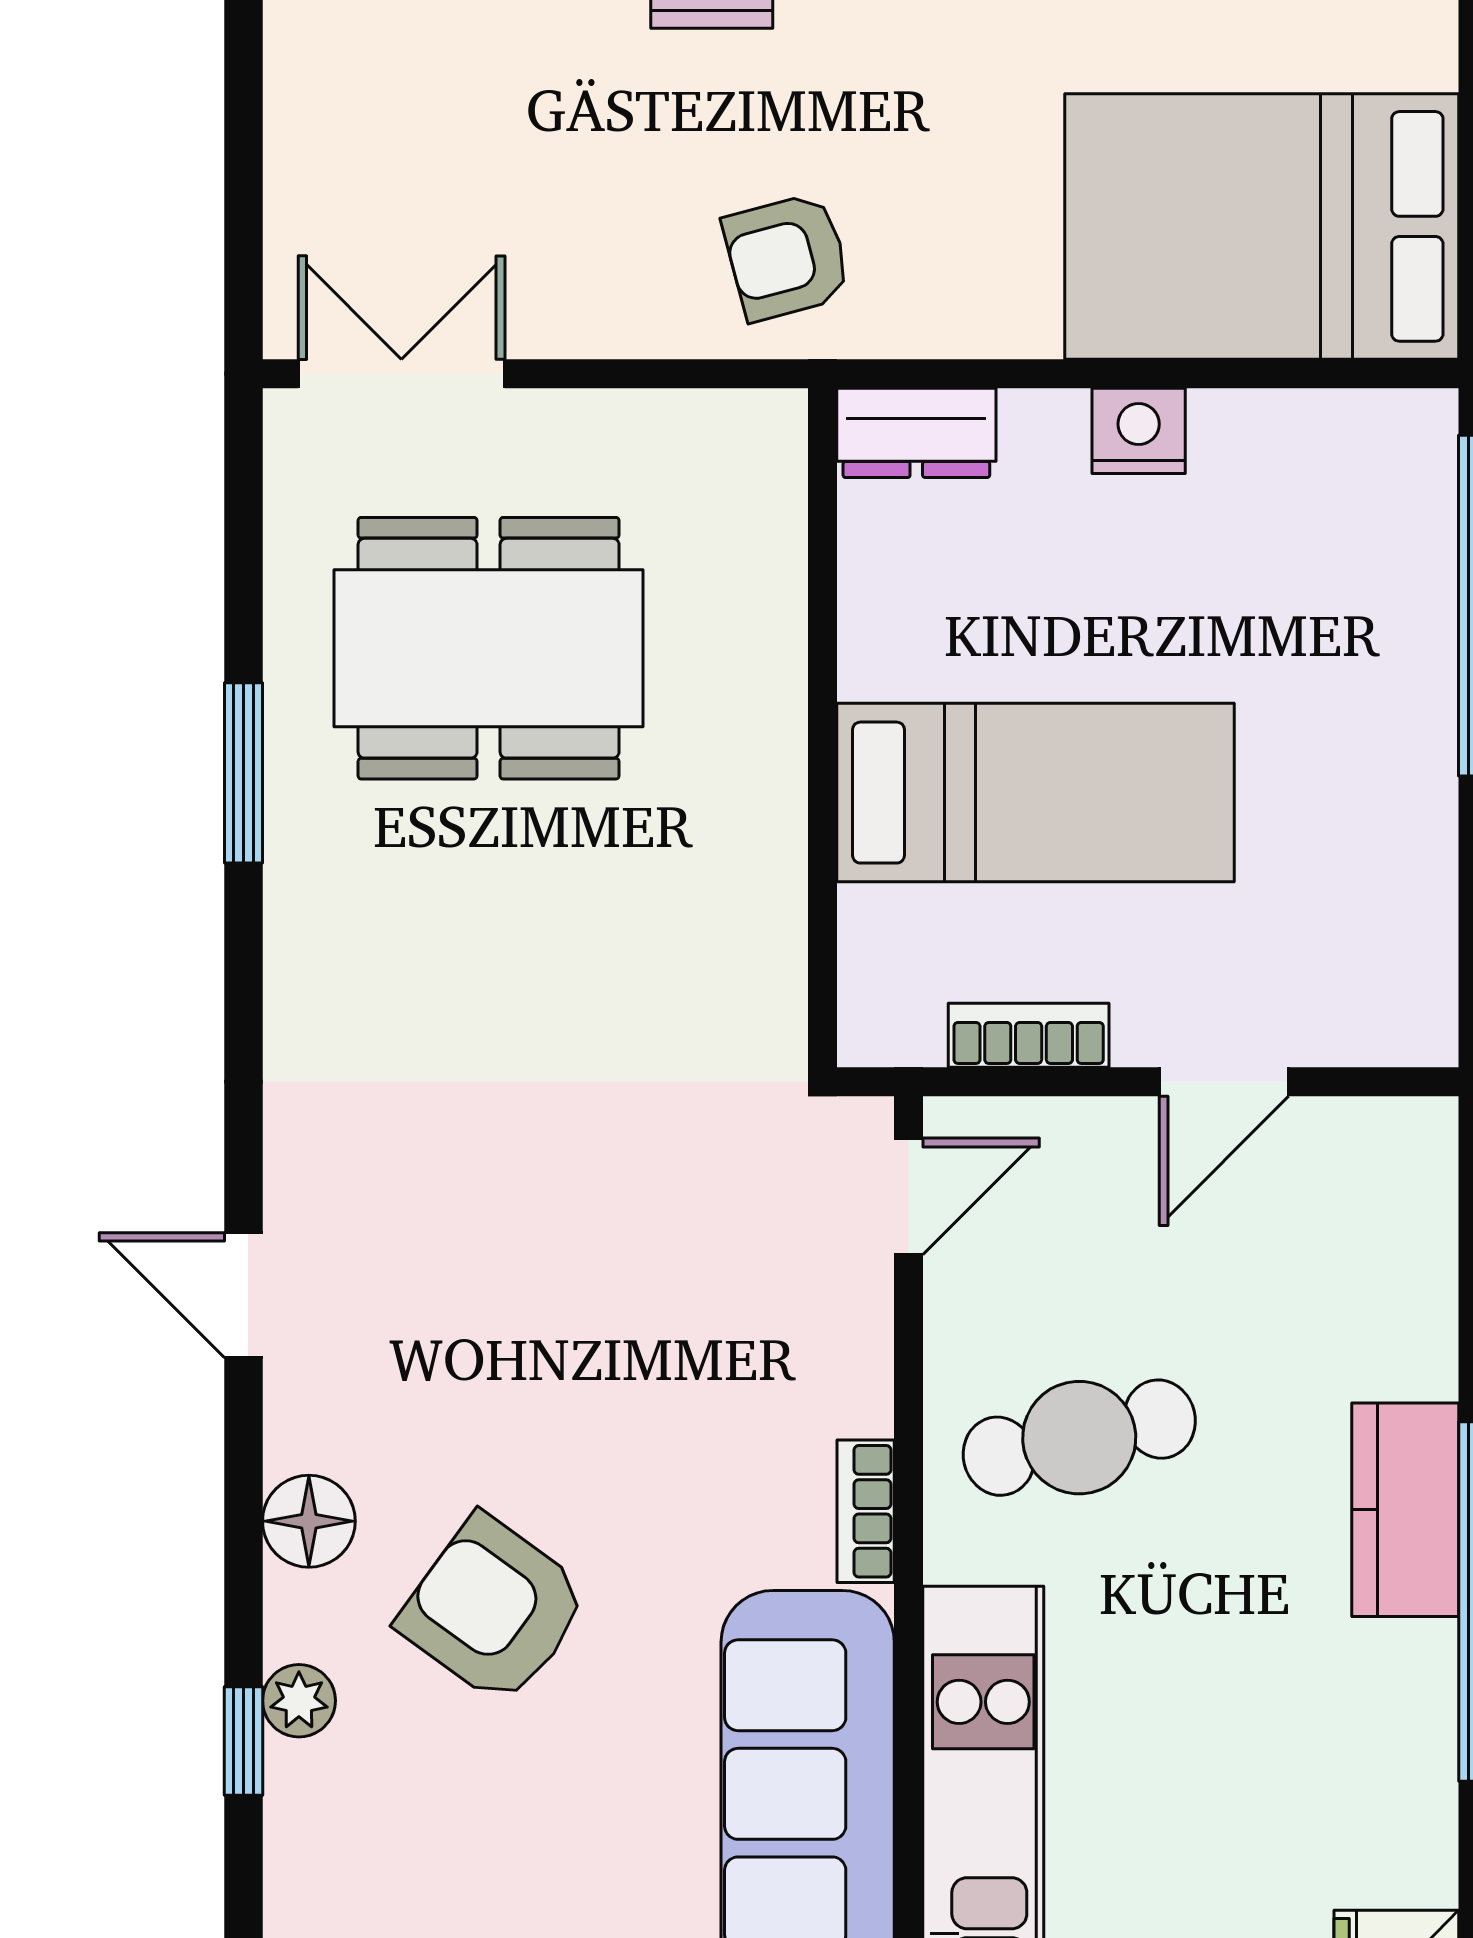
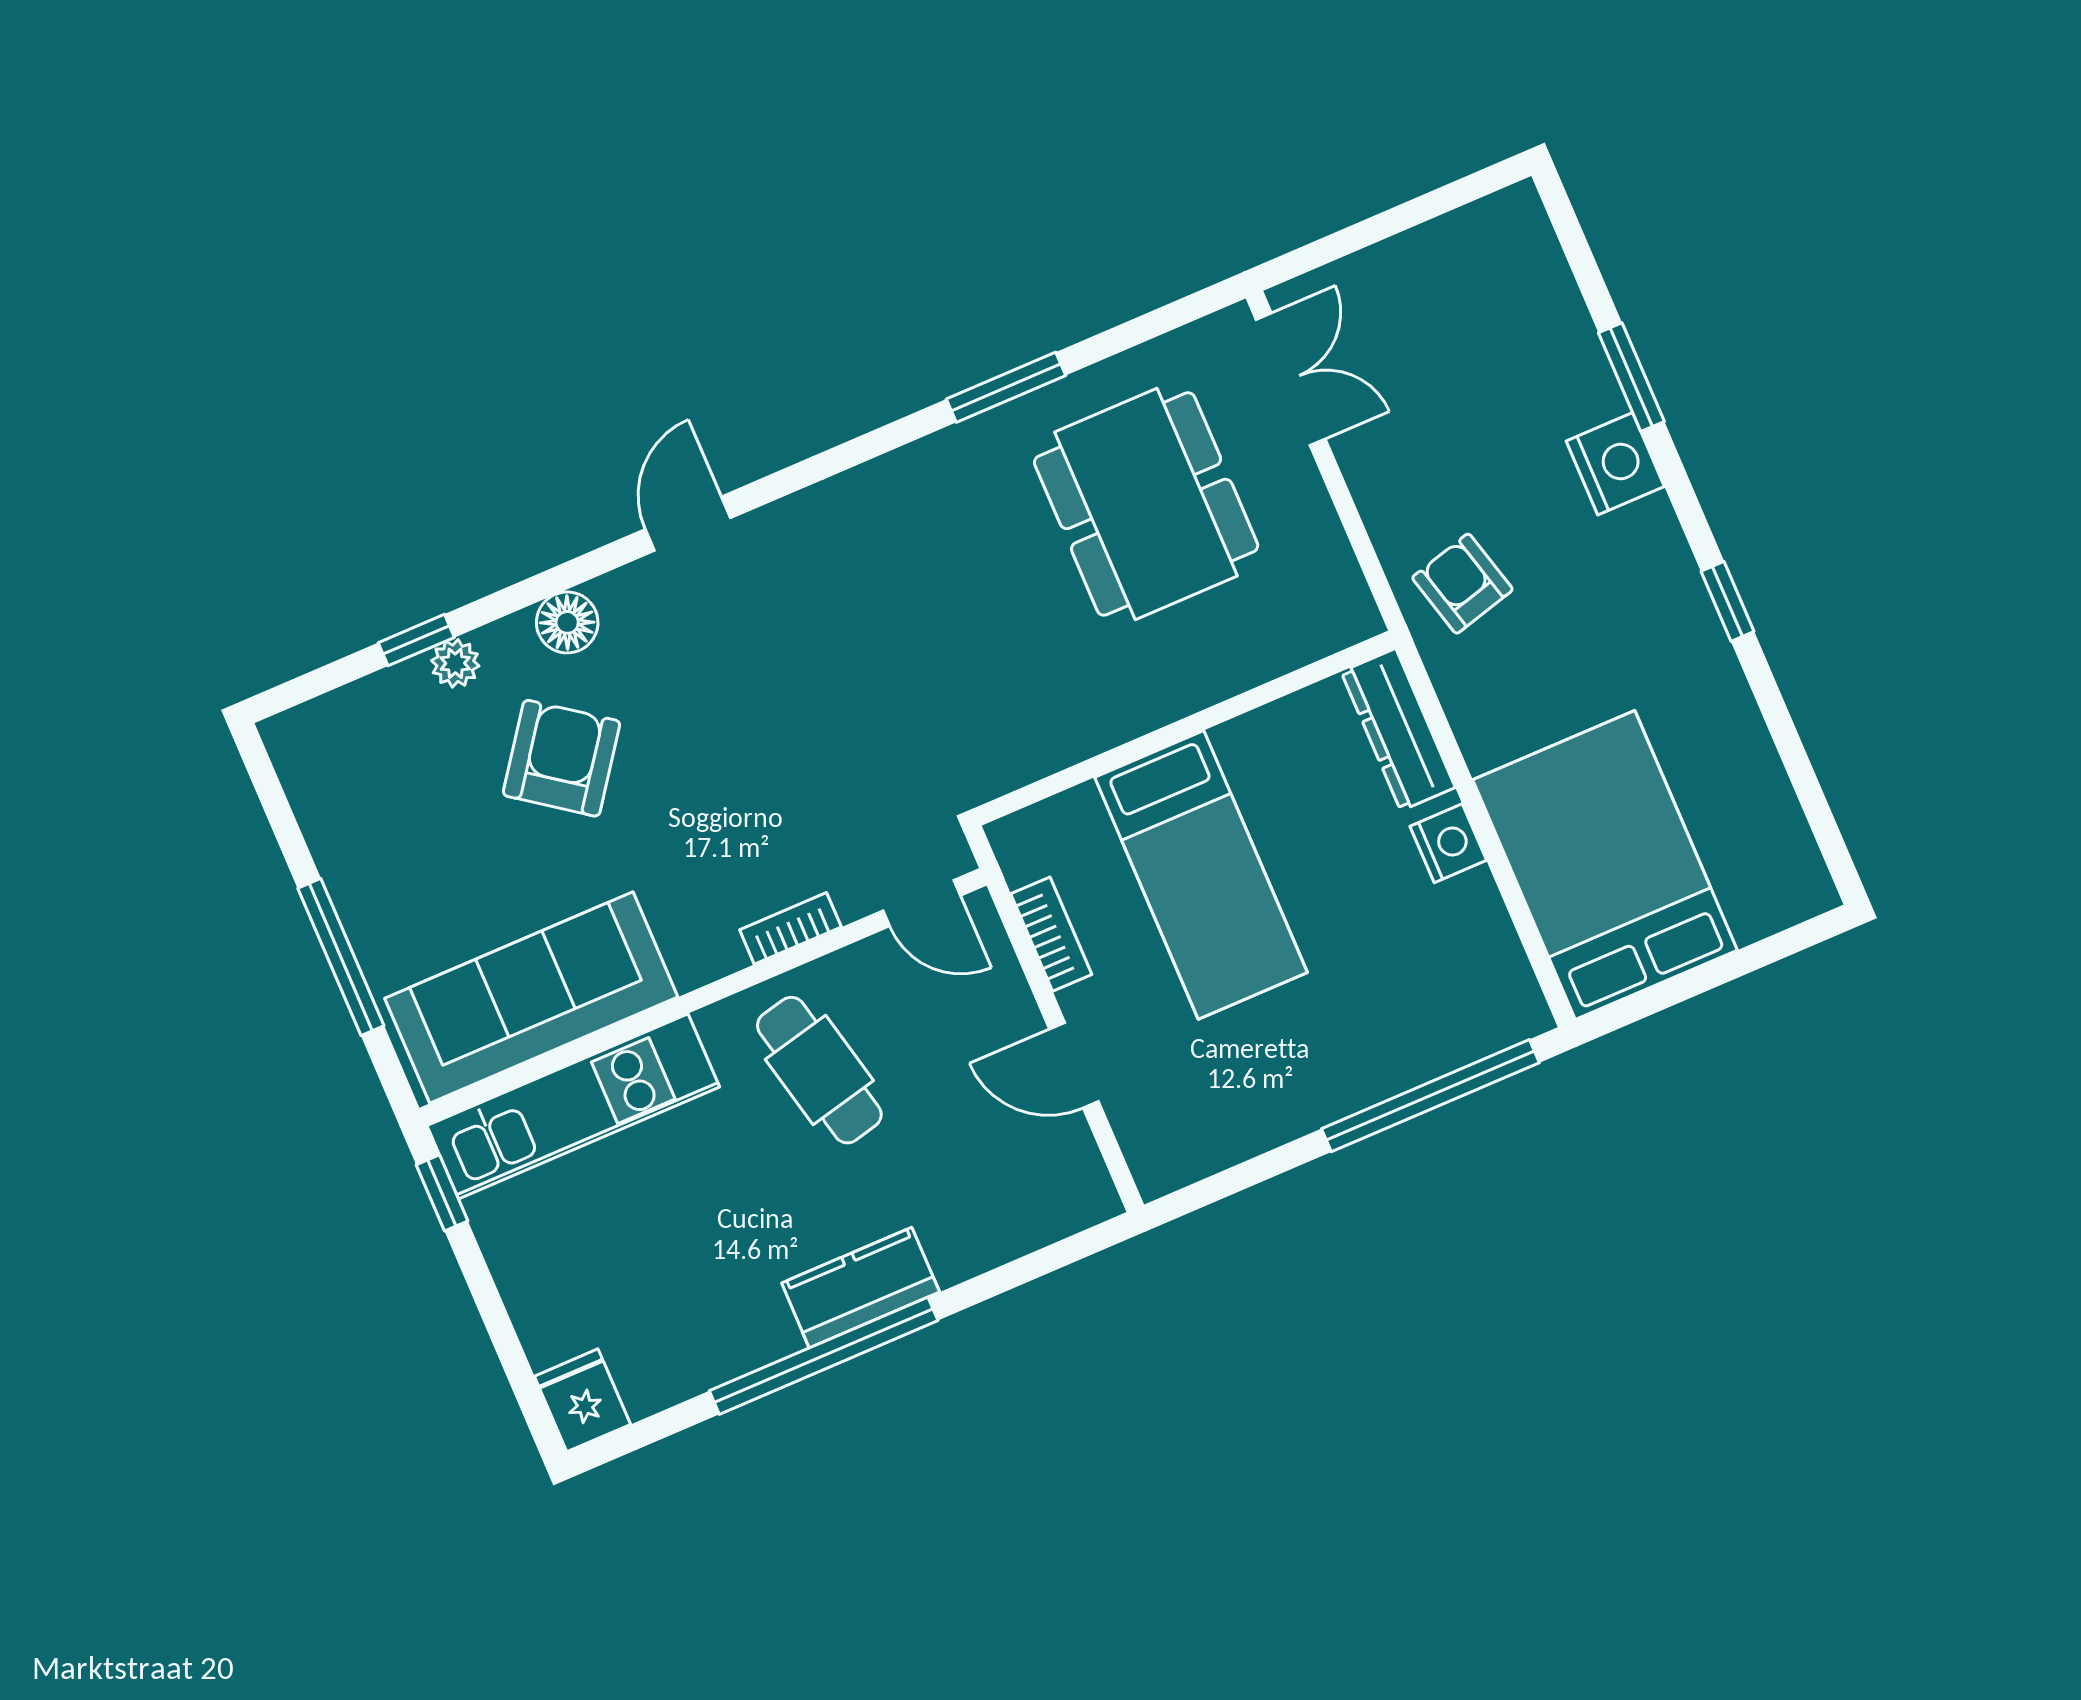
dresser: (916, 433) -> (1398, 730), width x1.44
bookcase: (866, 1511) -> (790, 928), moved

